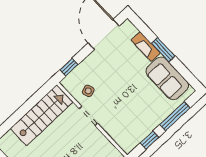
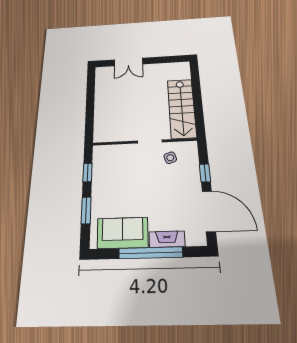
window: (163, 50) -> (151, 253), width x2.11
window: (69, 67) -> (205, 173), moved
window: (175, 116) -> (86, 210), width x0.69

